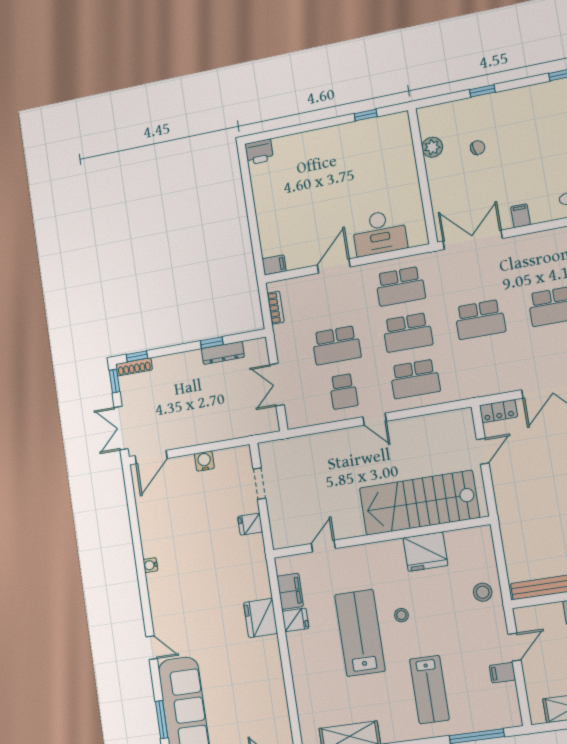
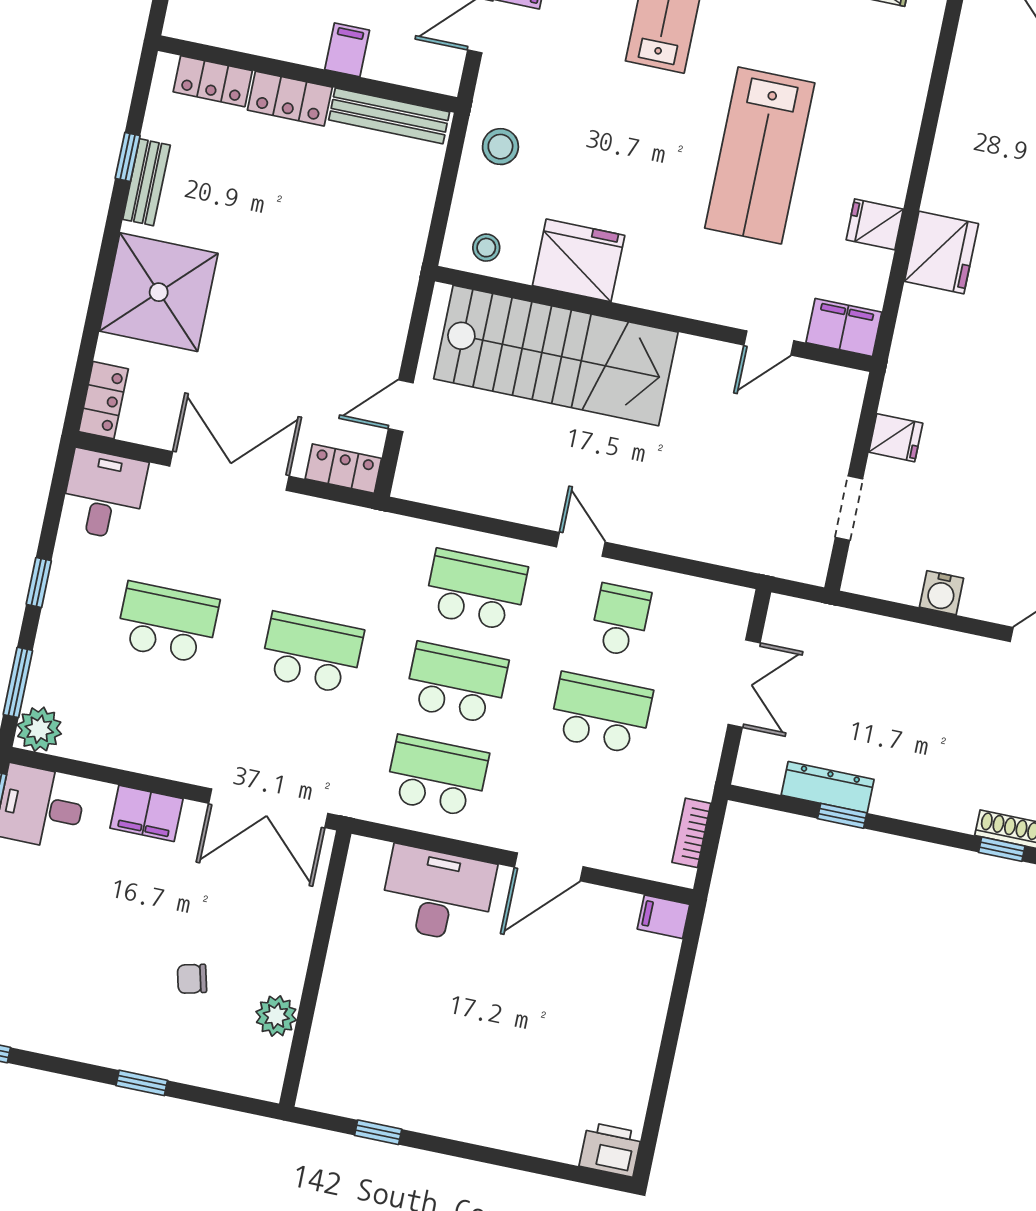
filing cabinet: (520, 216) -> (147, 813), width x2.00
filing cabinet: (290, 591) -> (844, 327), moved, turned 90
stool: (401, 615) -> (486, 248), moved

